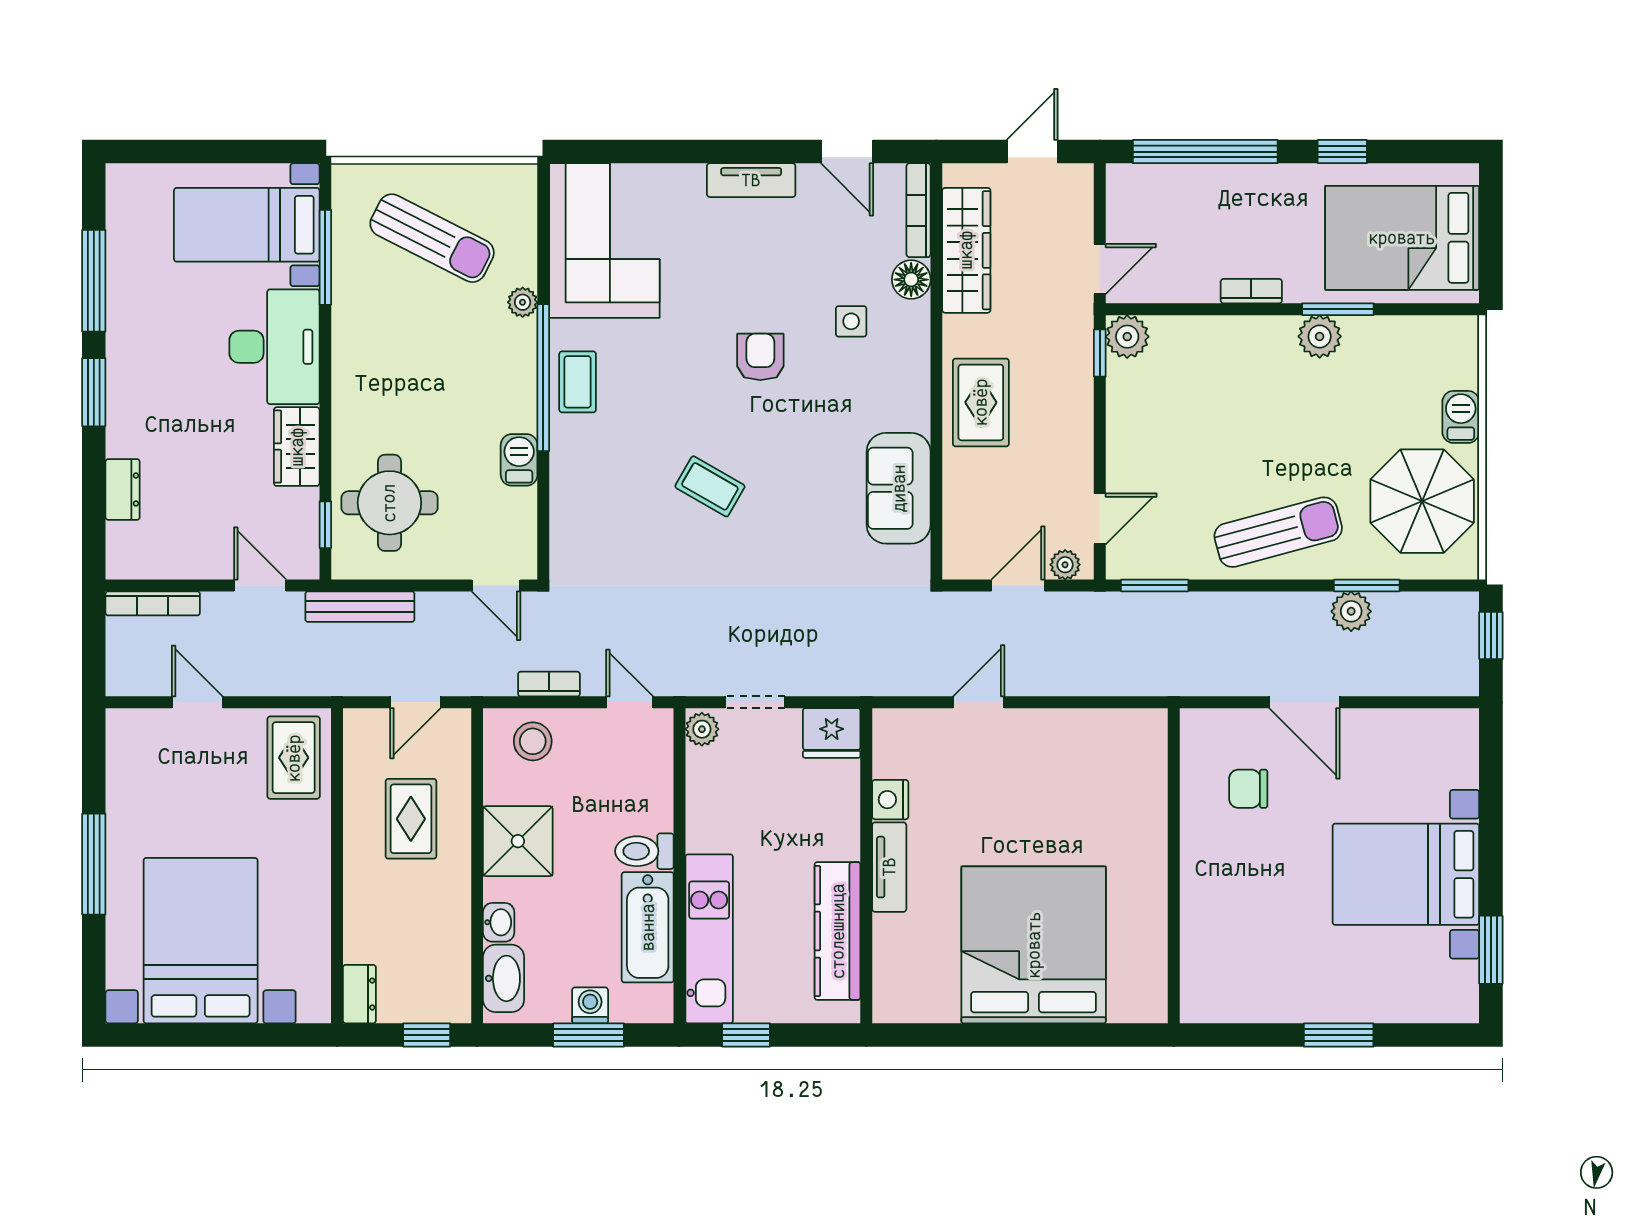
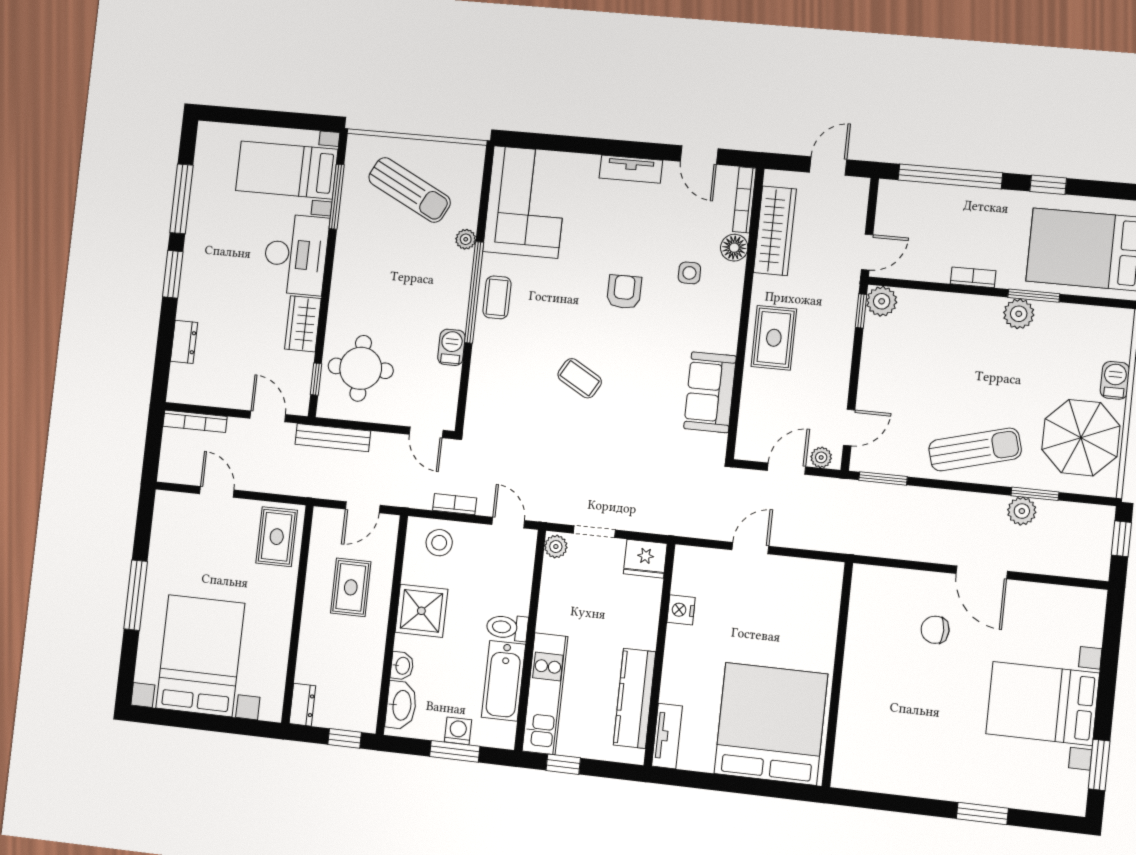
wall: (1174, 866) -> (837, 674), moved
tv unit: (889, 867) -> (667, 736), moved

